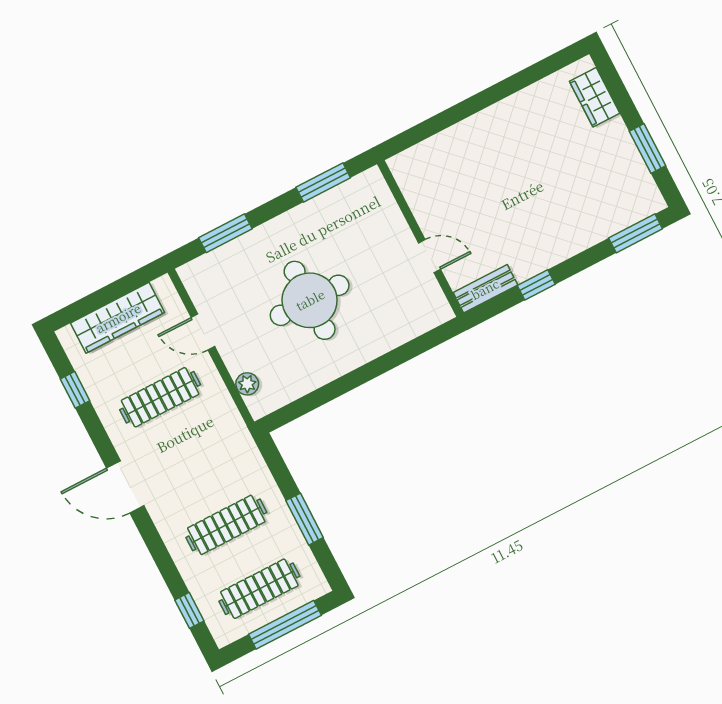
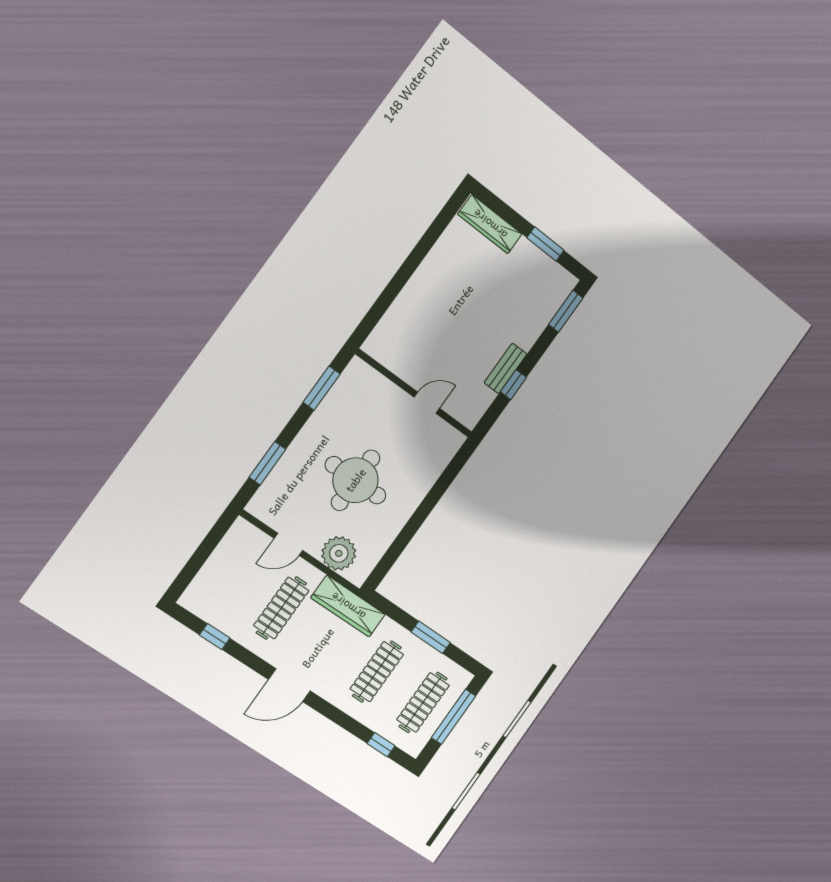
wardrobe: (595, 97) -> (490, 224), width x1.50
bench: (485, 289) -> (506, 368), moved
wardrobe: (118, 318) -> (348, 606), moved, turned 90
plant: (247, 384) -> (339, 553), width x1.88, depth x1.88

